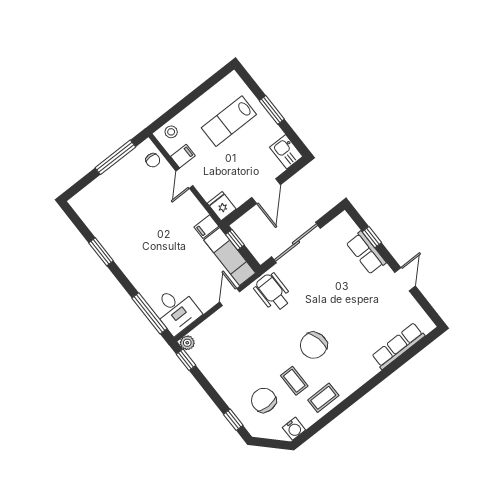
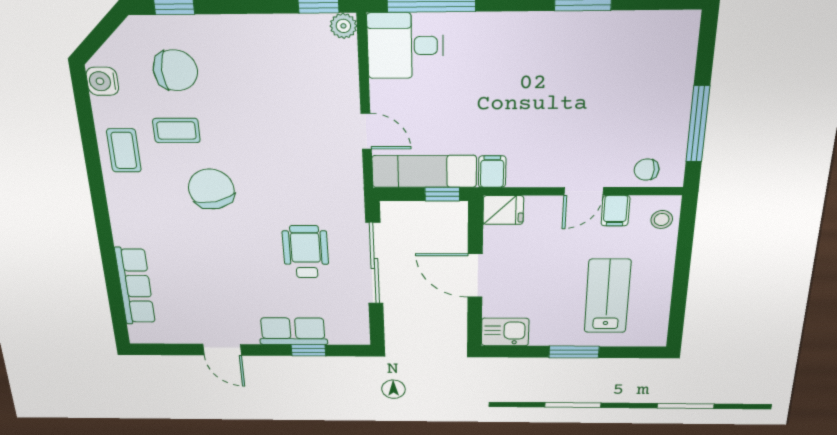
door: (184, 178) -> (584, 191), swing flipped
wheelchair: (273, 292) -> (306, 252), moved, turned -90

